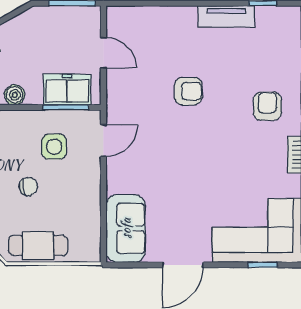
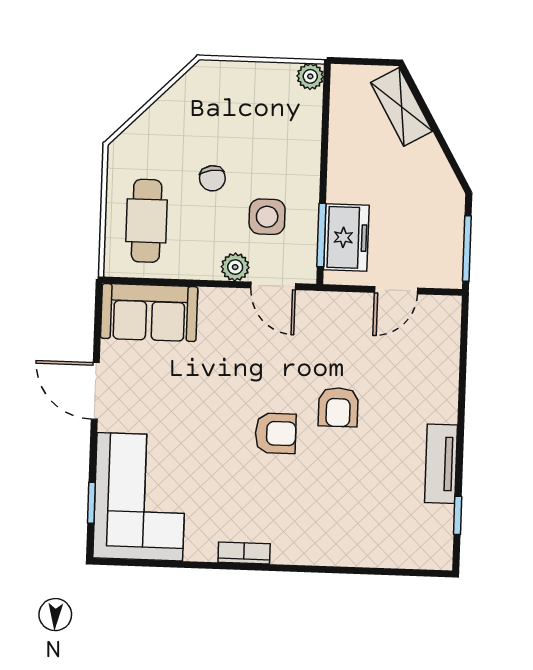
boiler: (15, 95) -> (342, 164), removed
armchair: (267, 106) -> (276, 433), moved
plant: (91, 168) -> (235, 267), added
cafe table: (38, 245) -> (147, 221), moved

